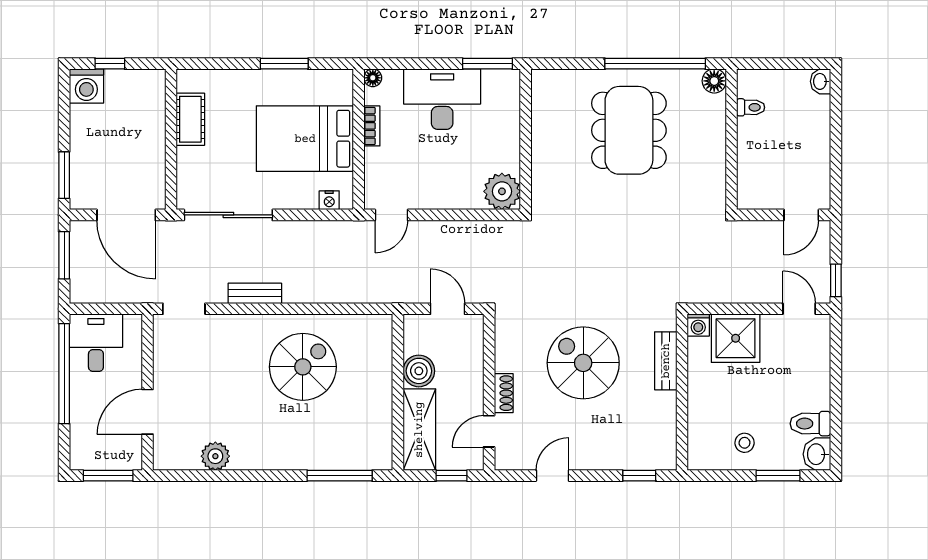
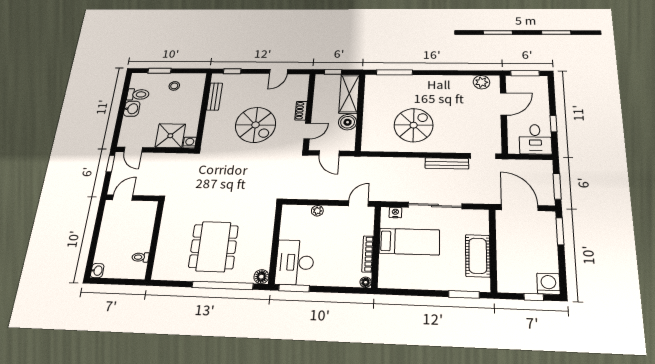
window: (284, 64) -> (464, 294), moved
window: (655, 64) -> (223, 285), moved
floor lamp: (714, 81) -> (261, 277), moved
desk: (442, 99) -> (295, 262), moved, turned 90
cot: (190, 119) -> (478, 256), width x1.37, depth x1.34
bookcase: (372, 126) -> (368, 254), width x1.56
bed: (305, 139) -> (409, 242), width x0.67
plant: (502, 191) -> (317, 211), moved, width x0.53, depth x0.53
sliding door: (228, 215) -> (435, 205), moved
bench: (255, 293) -> (447, 163), width x1.36
bench: (666, 361) -> (214, 96), moved
spiral stairs: (303, 367) -> (414, 125), turned 180
window: (64, 374) -> (553, 124), width x0.32
door: (489, 431) -> (307, 131), moved
washbasin: (817, 454) -> (132, 109), moved
plant: (215, 456) -> (481, 82), moved

